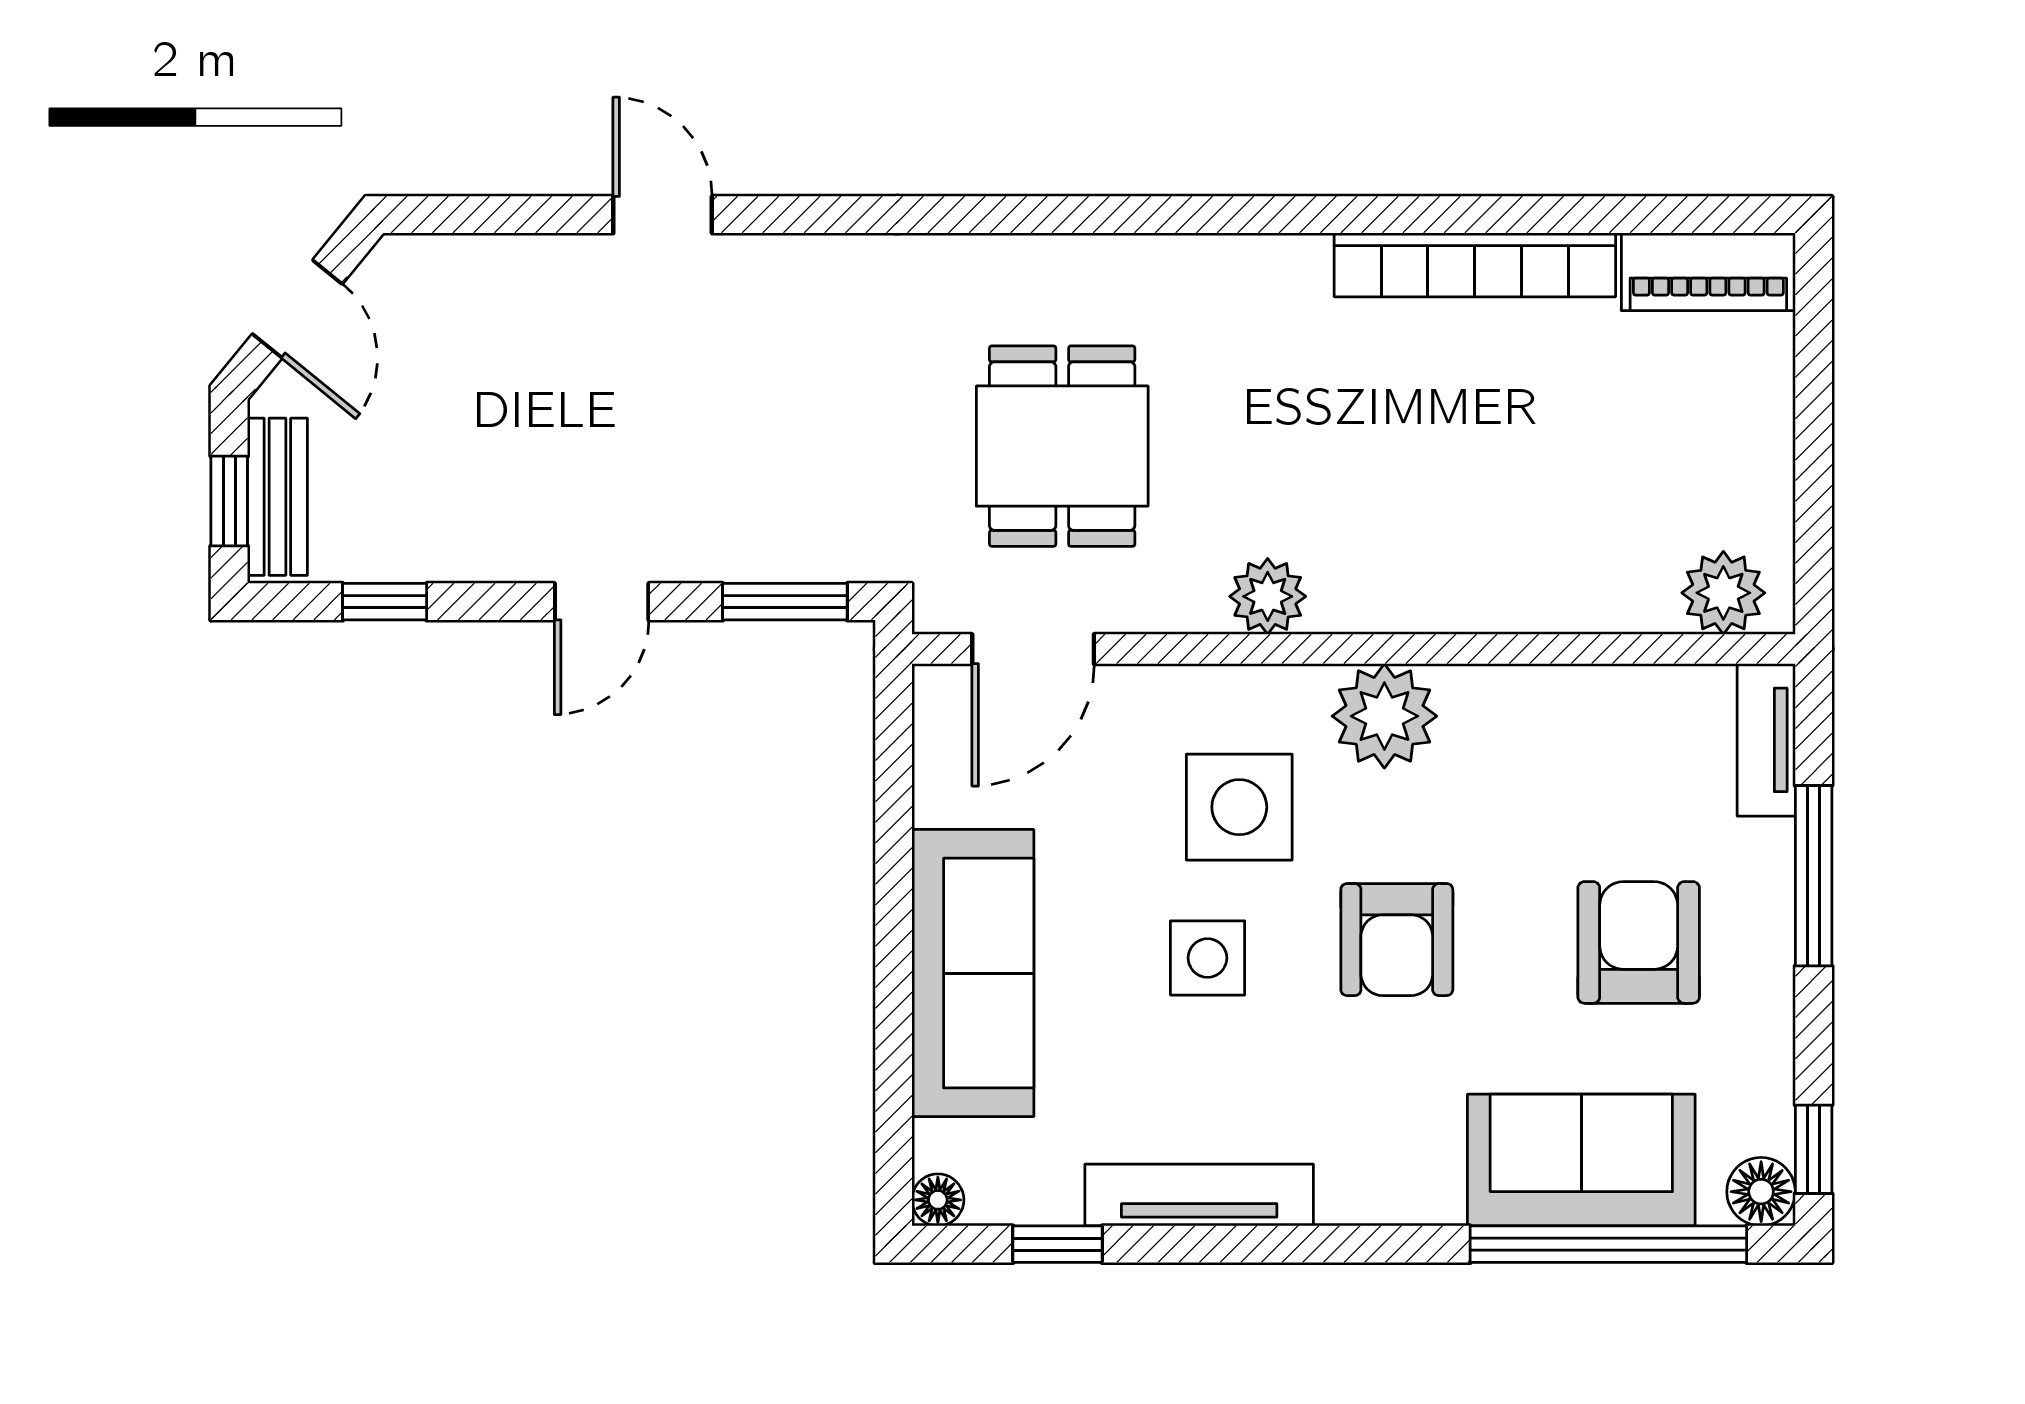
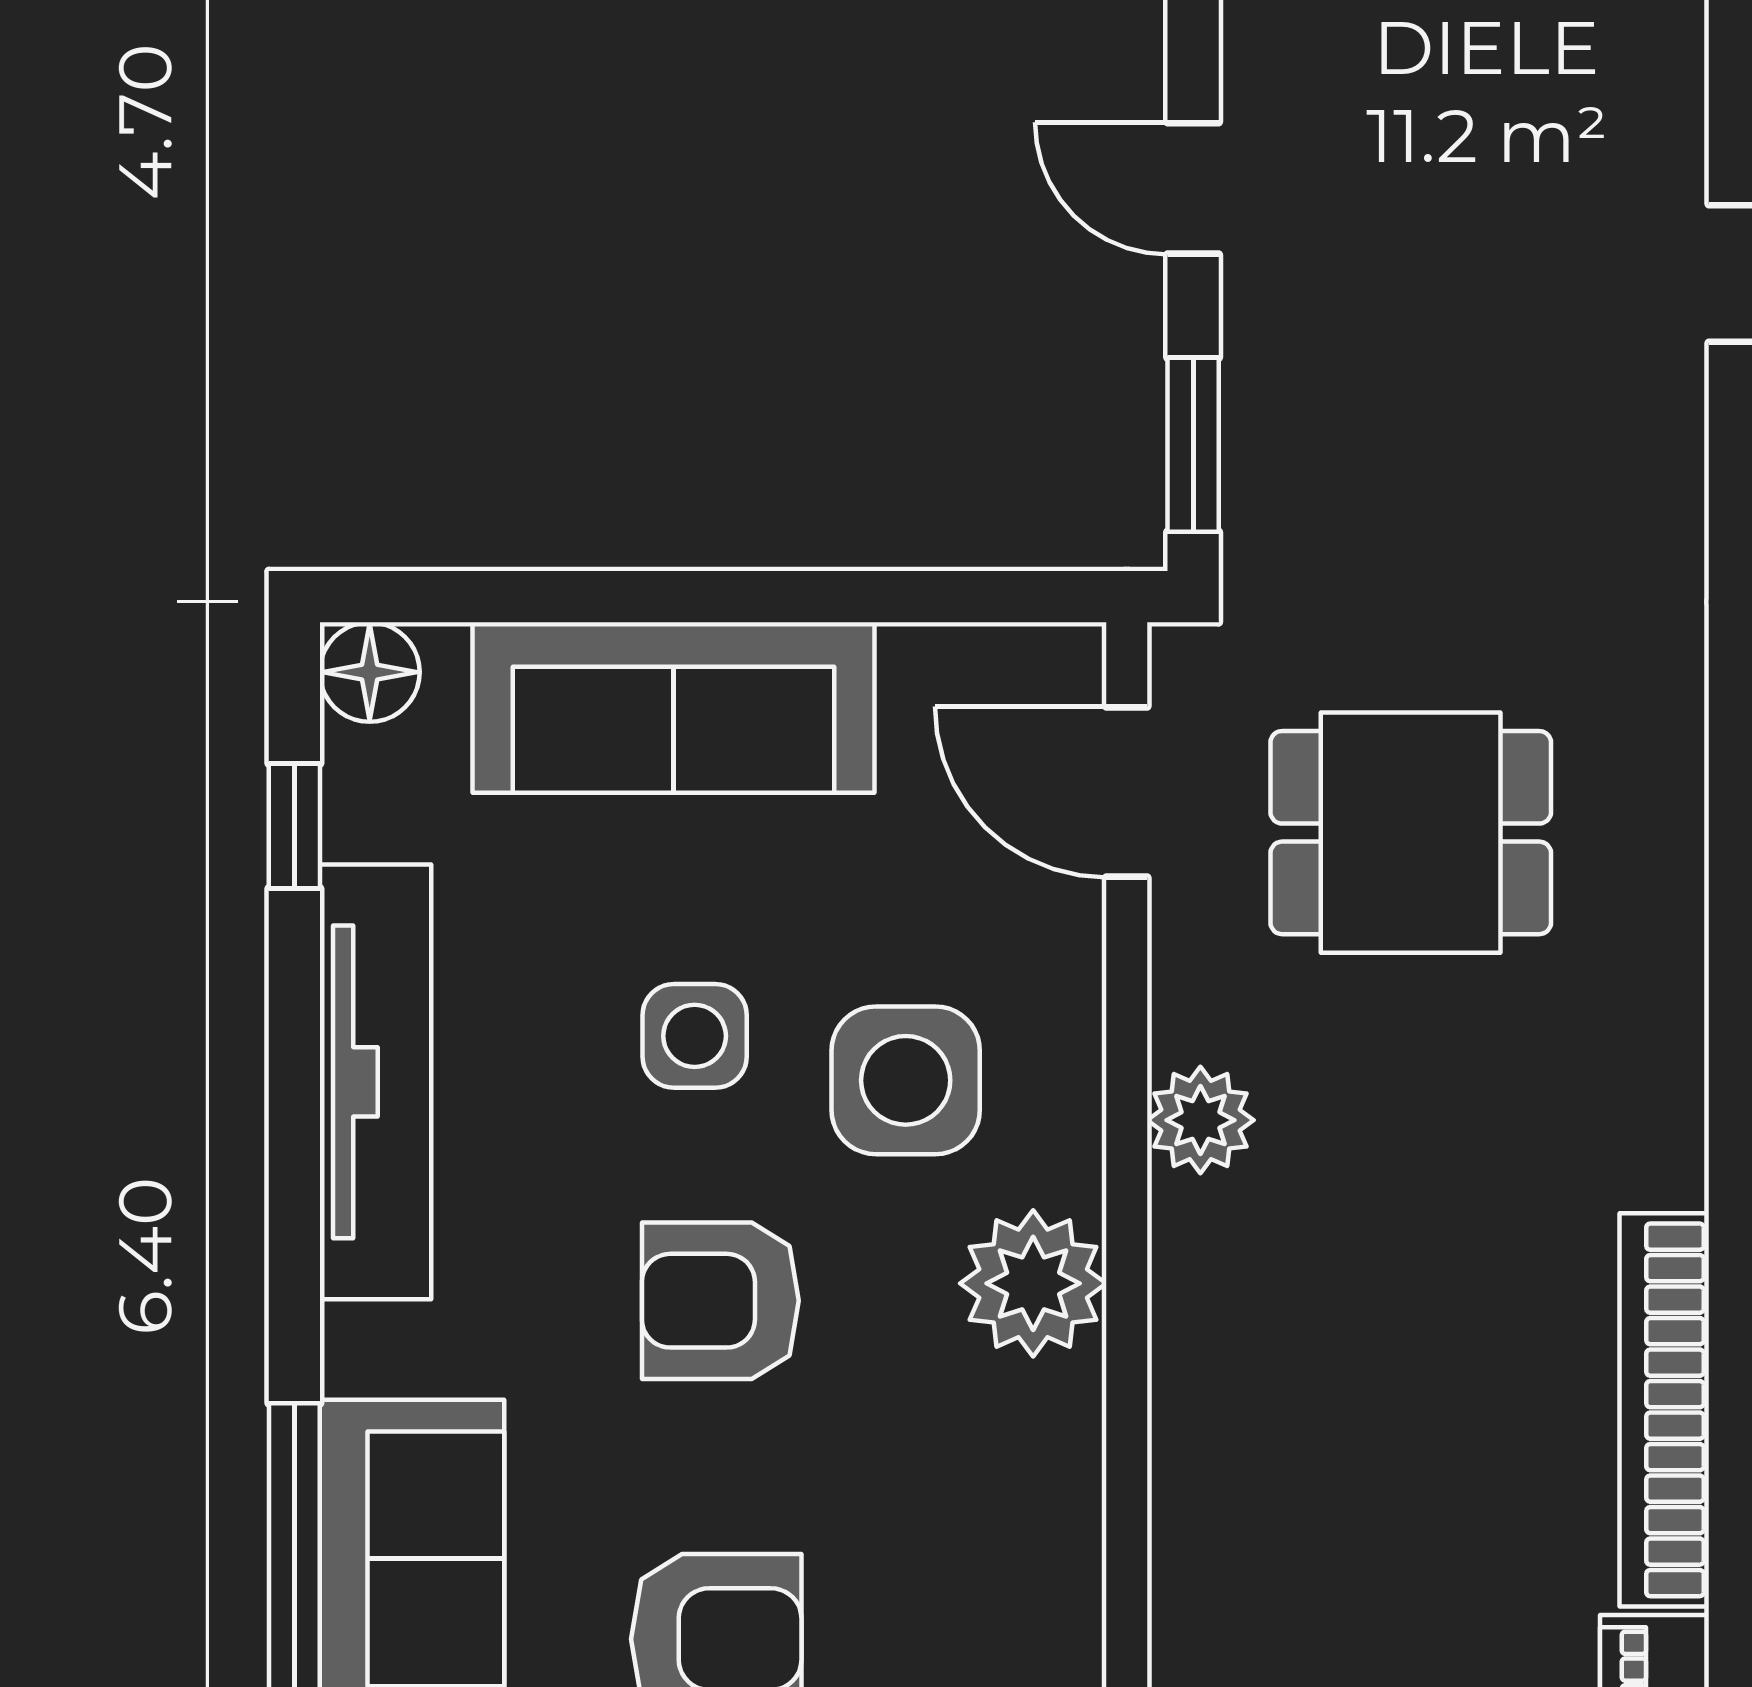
tv unit: (1199, 1195) -> (375, 1082), width x1.36, depth x1.29
floor lamp: (938, 1200) -> (370, 672), width x1.37, depth x1.37

